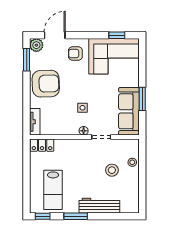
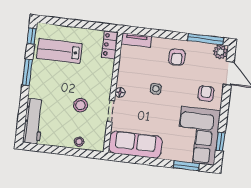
window: (27, 60) -> (206, 39), width x1.44
armchair: (46, 84) -> (177, 57), width x0.53, depth x0.53
window: (142, 99) -> (186, 166), moved
side table: (83, 108) -> (156, 89), moved
stool: (112, 170) -> (81, 105), moved
workbench: (99, 206) -> (33, 121), moved

